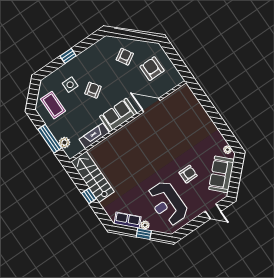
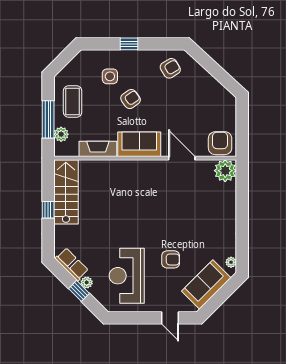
armchair: (125, 57) -> (170, 68), moved
armchair: (152, 69) -> (220, 143), moved
plant: (184, 94) -> (225, 171), added
coffee table: (53, 105) -> (73, 102), moved

